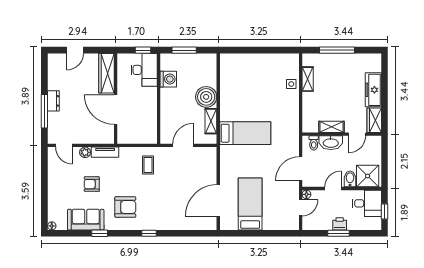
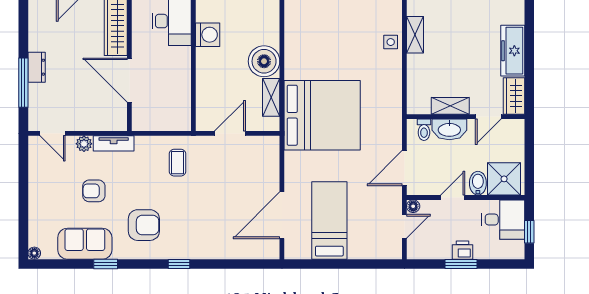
bed: (245, 133) -> (322, 115), width x2.04

